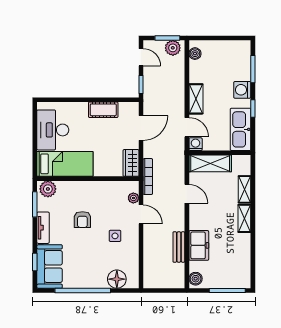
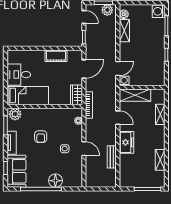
washing machine: (242, 90) -> (159, 11), moved
shelving: (196, 99) -> (124, 31), moved
door: (187, 127) -> (118, 69), hinge flipped
kitchen sink: (241, 129) -> (157, 70), removed
desk: (53, 130) -> (19, 75), width x0.73
door: (141, 214) -> (84, 149), moved
shelving: (244, 218) -> (160, 160), moved
freezer: (199, 245) -> (126, 142), moved
floor lamp: (117, 279) -> (55, 181), moved
boiler: (196, 279) -> (124, 180), removed

